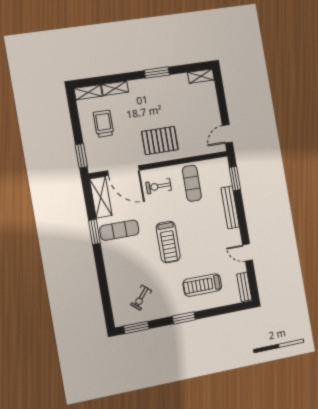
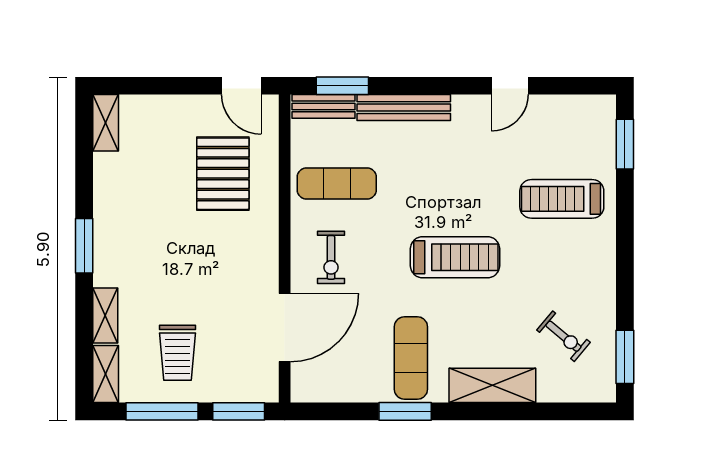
window: (157, 73) -> (84, 246), moved
window: (75, 121) -> (162, 411), added
trolley: (104, 124) -> (178, 353), turned -90
pallet: (160, 141) -> (223, 174), moved
shelving: (101, 197) -> (492, 385), moved
treadmill: (202, 285) -> (562, 199), turned 90
bench: (244, 287) -> (323, 106), moved
window: (184, 318) -> (625, 144), moved

